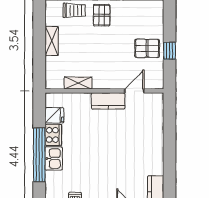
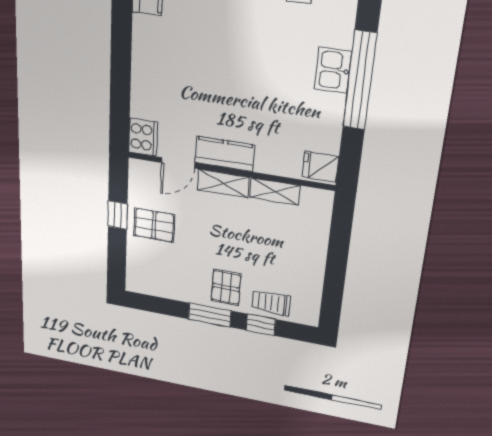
shelving: (52, 41) -> (223, 184), moved, turned 90
fridge: (54, 115) -> (320, 167), moved
cooker: (53, 135) -> (143, 137), moved, turned 180

